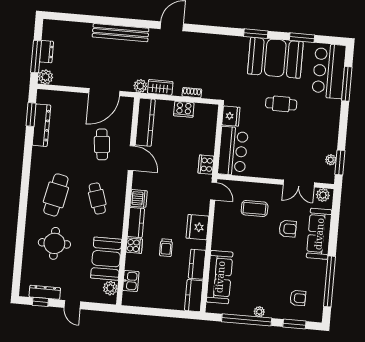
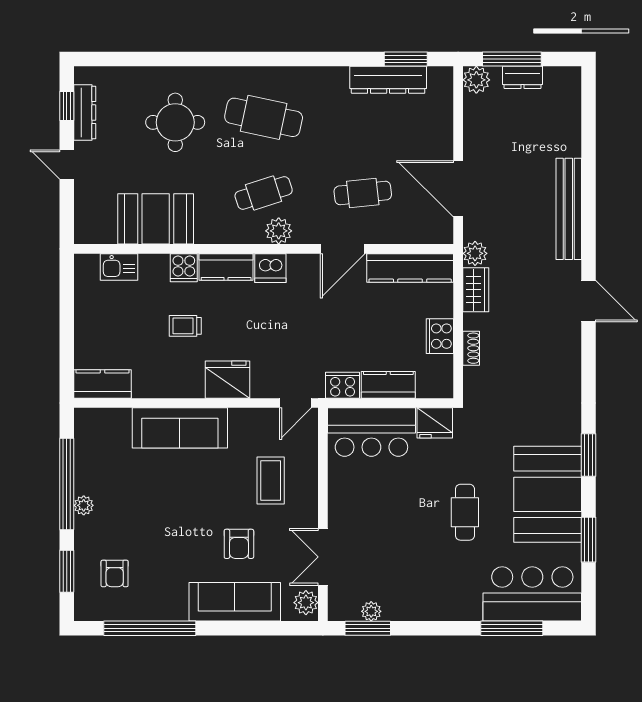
kitchen counter: (197, 264) -> (388, 385), moved
sofa: (220, 277) -> (180, 428), moved
plant: (110, 288) -> (279, 231), moved
door: (72, 305) -> (67, 164), hinge flipped

